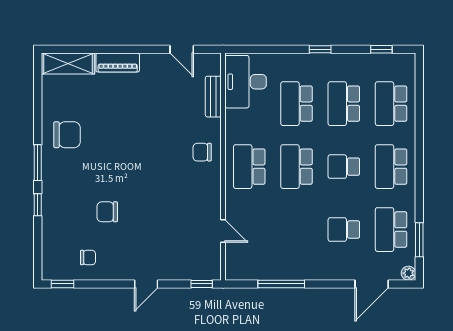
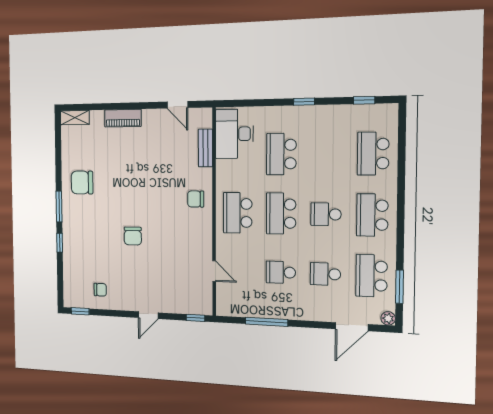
shelving: (68, 64) -> (75, 118), width x0.67, depth x0.75
school desk: (344, 104) -> (281, 272), moved, width x0.54
chair: (67, 135) -> (82, 182), turned 180
chair: (107, 212) -> (133, 236), moved, turned -90

